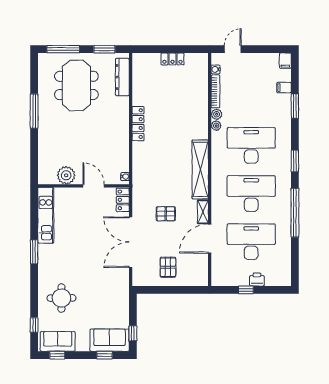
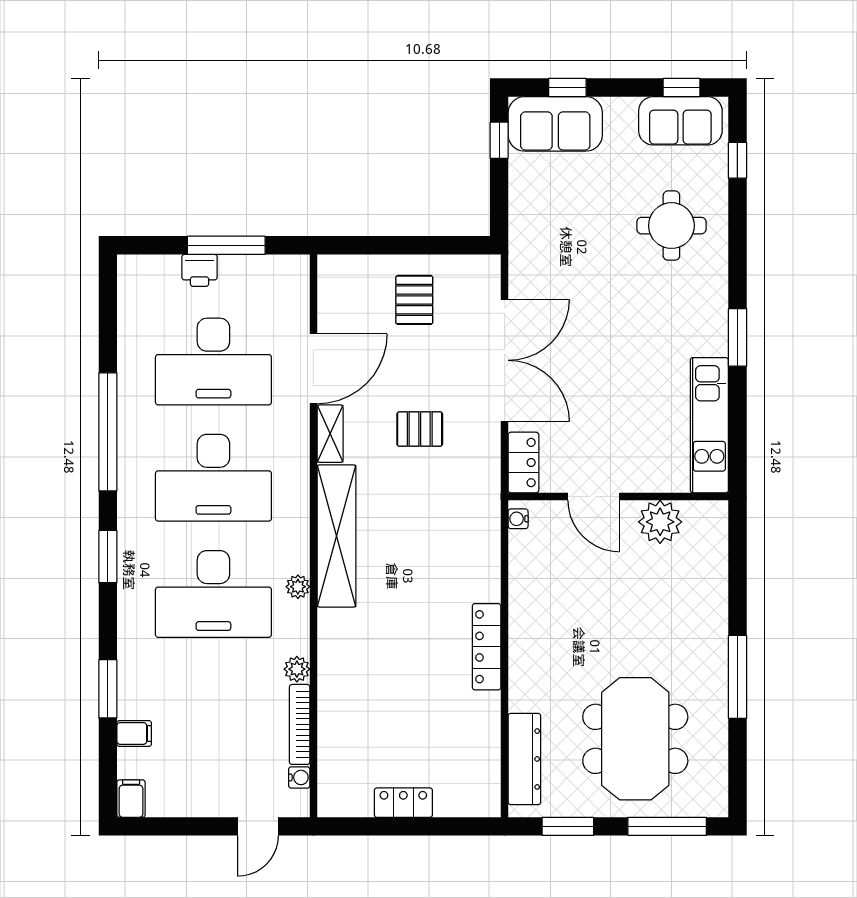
plant: (216, 126) -> (298, 587), moved
window: (246, 290) -> (226, 245), width x2.17

